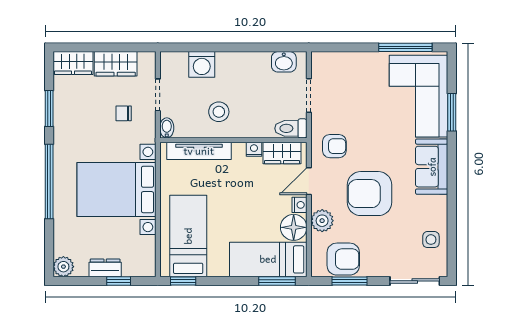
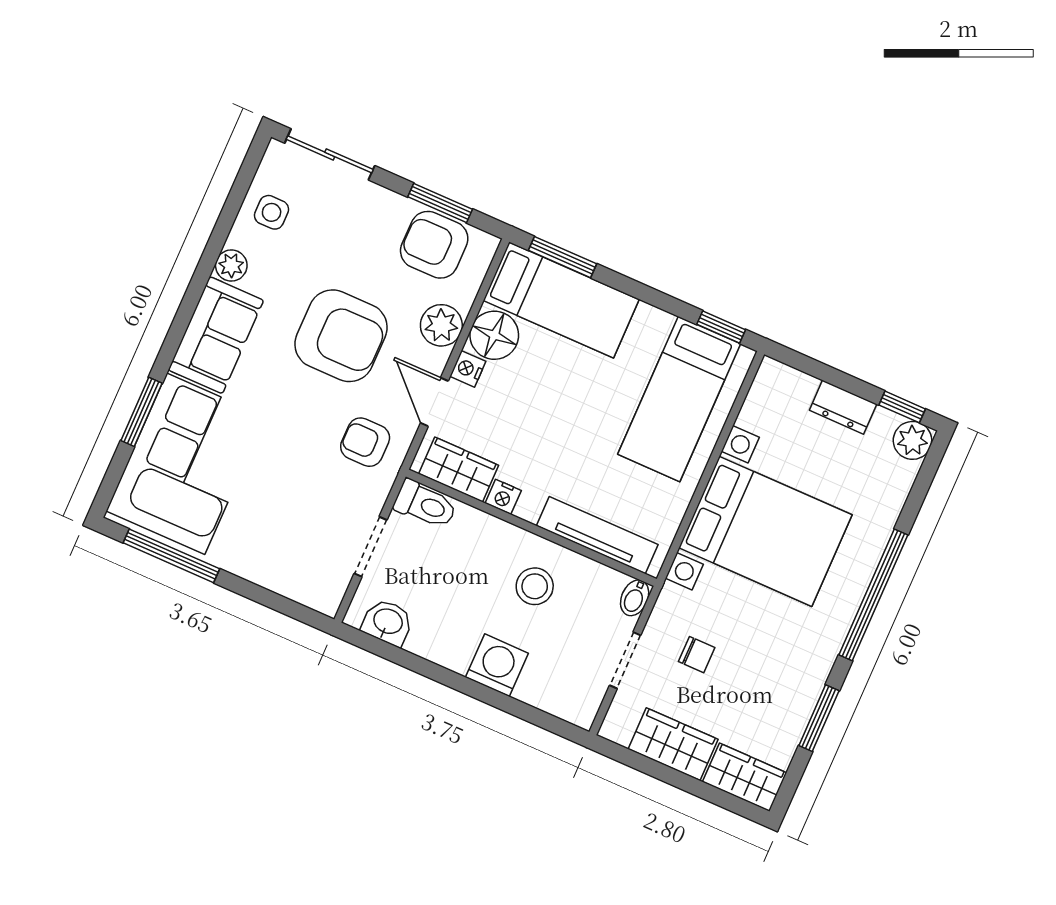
washing machine: (202, 64) -> (497, 665), moved
door: (309, 181) -> (434, 402), swing flipped
plant: (439, 204) -> (231, 266), added
window: (119, 281) -> (902, 407), moved

